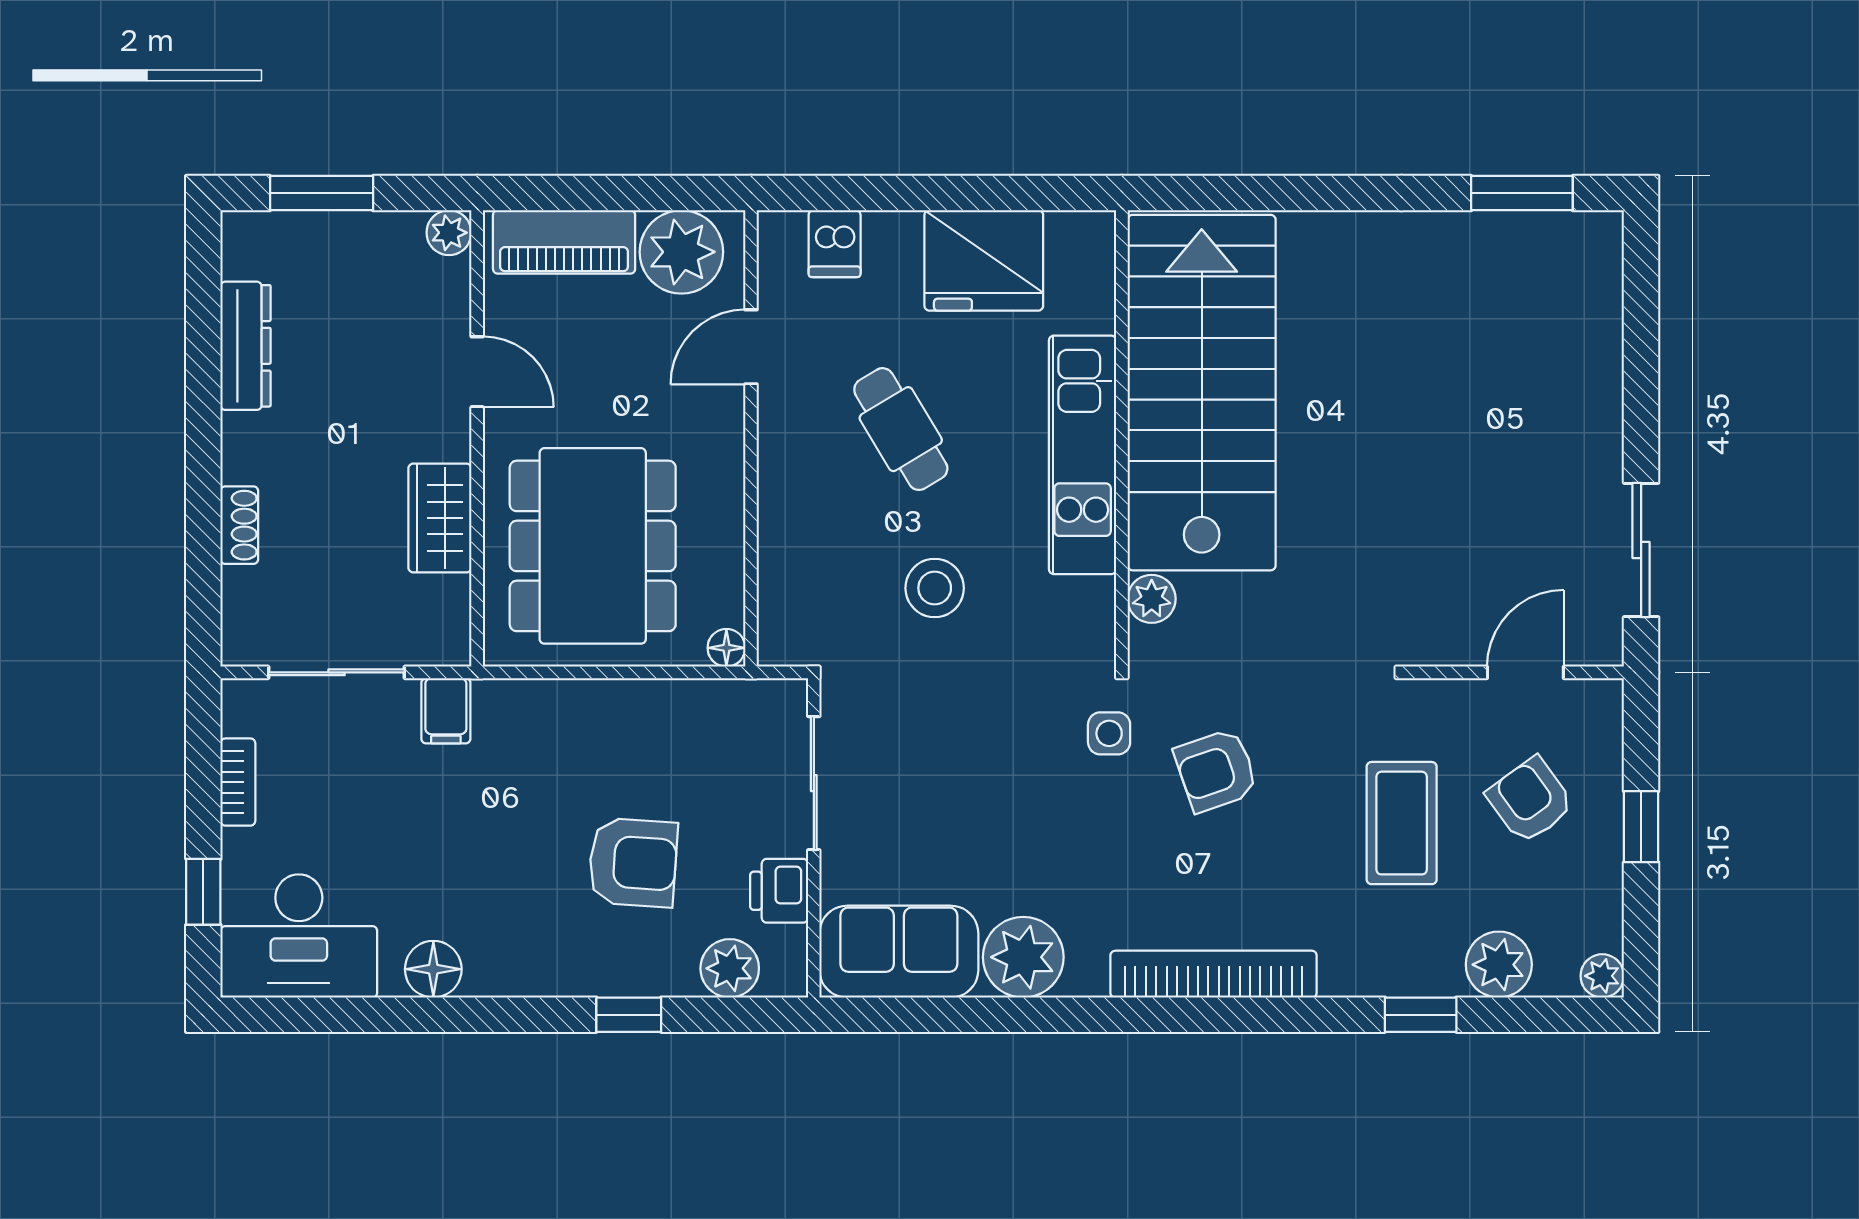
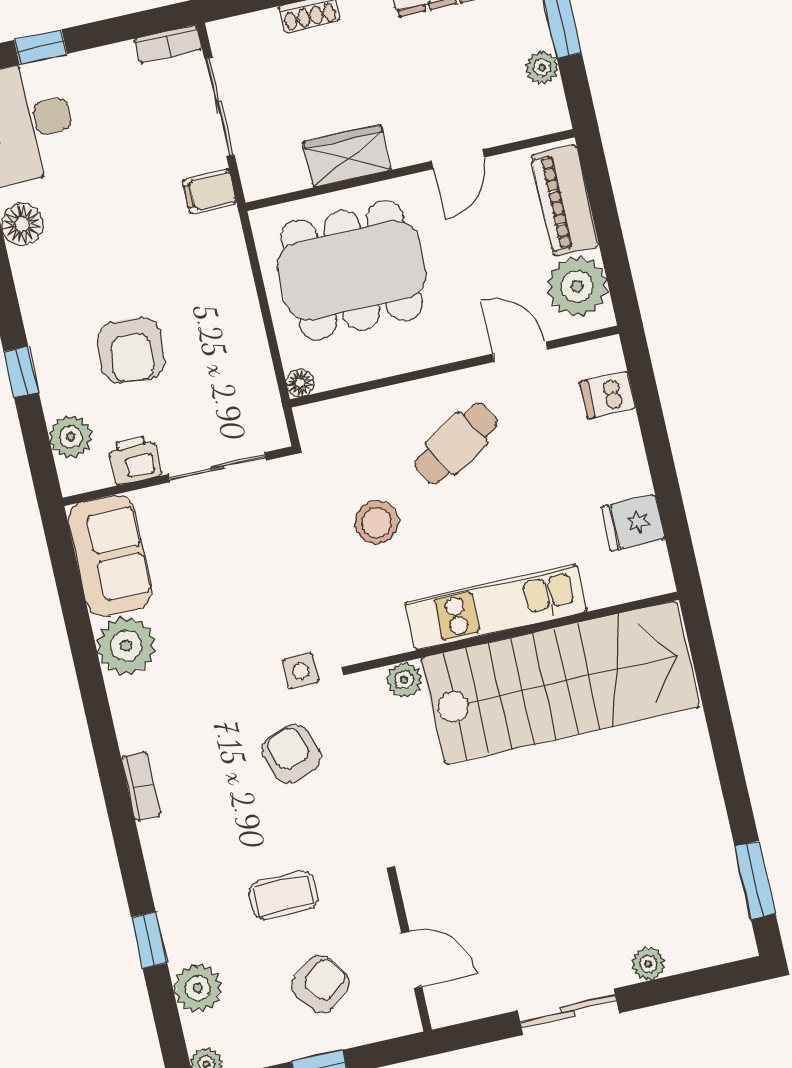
plant: (449, 233) -> (542, 67), moved
fridge: (984, 260) -> (633, 523), width x0.53, depth x0.75
plant: (1601, 360) -> (648, 964), added
cafe table: (901, 429) -> (456, 443), moved
sliding door: (1641, 550) -> (569, 1012), moved
bookcase: (238, 782) -> (168, 44), moved
coffee table: (1402, 823) -> (284, 895), width x0.73, depth x0.77
bookcase: (1214, 974) -> (141, 786), width x0.43, depth x0.76

